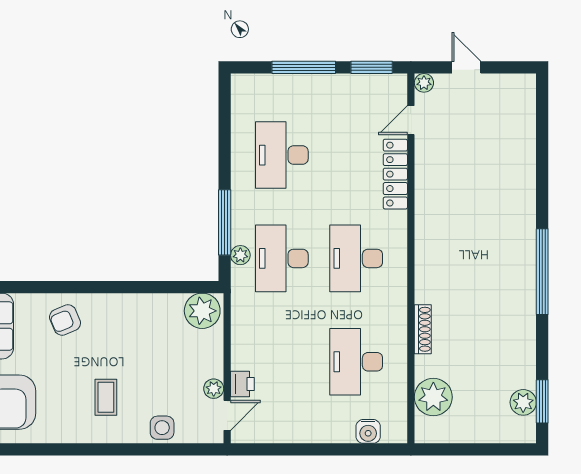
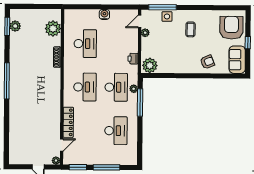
printer: (242, 384) -> (133, 59), moved
water cooler: (368, 431) -> (104, 14), moved
window: (173, 449) -> (163, 7), added

